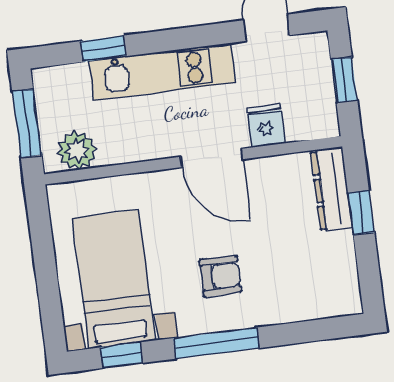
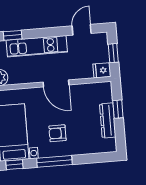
fridge: (266, 126) -> (102, 70), moved, turned -90
dresser: (332, 189) -> (108, 120), moved
armchair: (220, 276) -> (57, 133), turned 180

